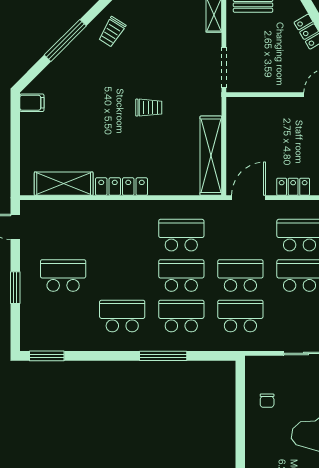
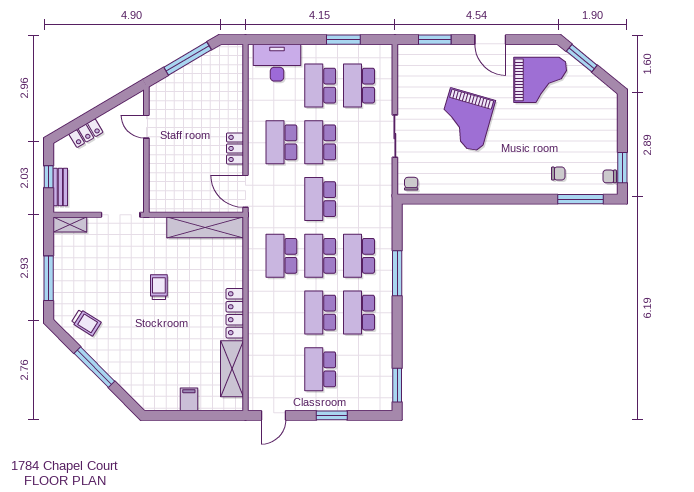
filing cabinet: (32, 103) -> (189, 399), moved
school desk: (240, 316) -> (320, 313), moved
chair: (267, 401) -> (411, 184), moved, turned -90

